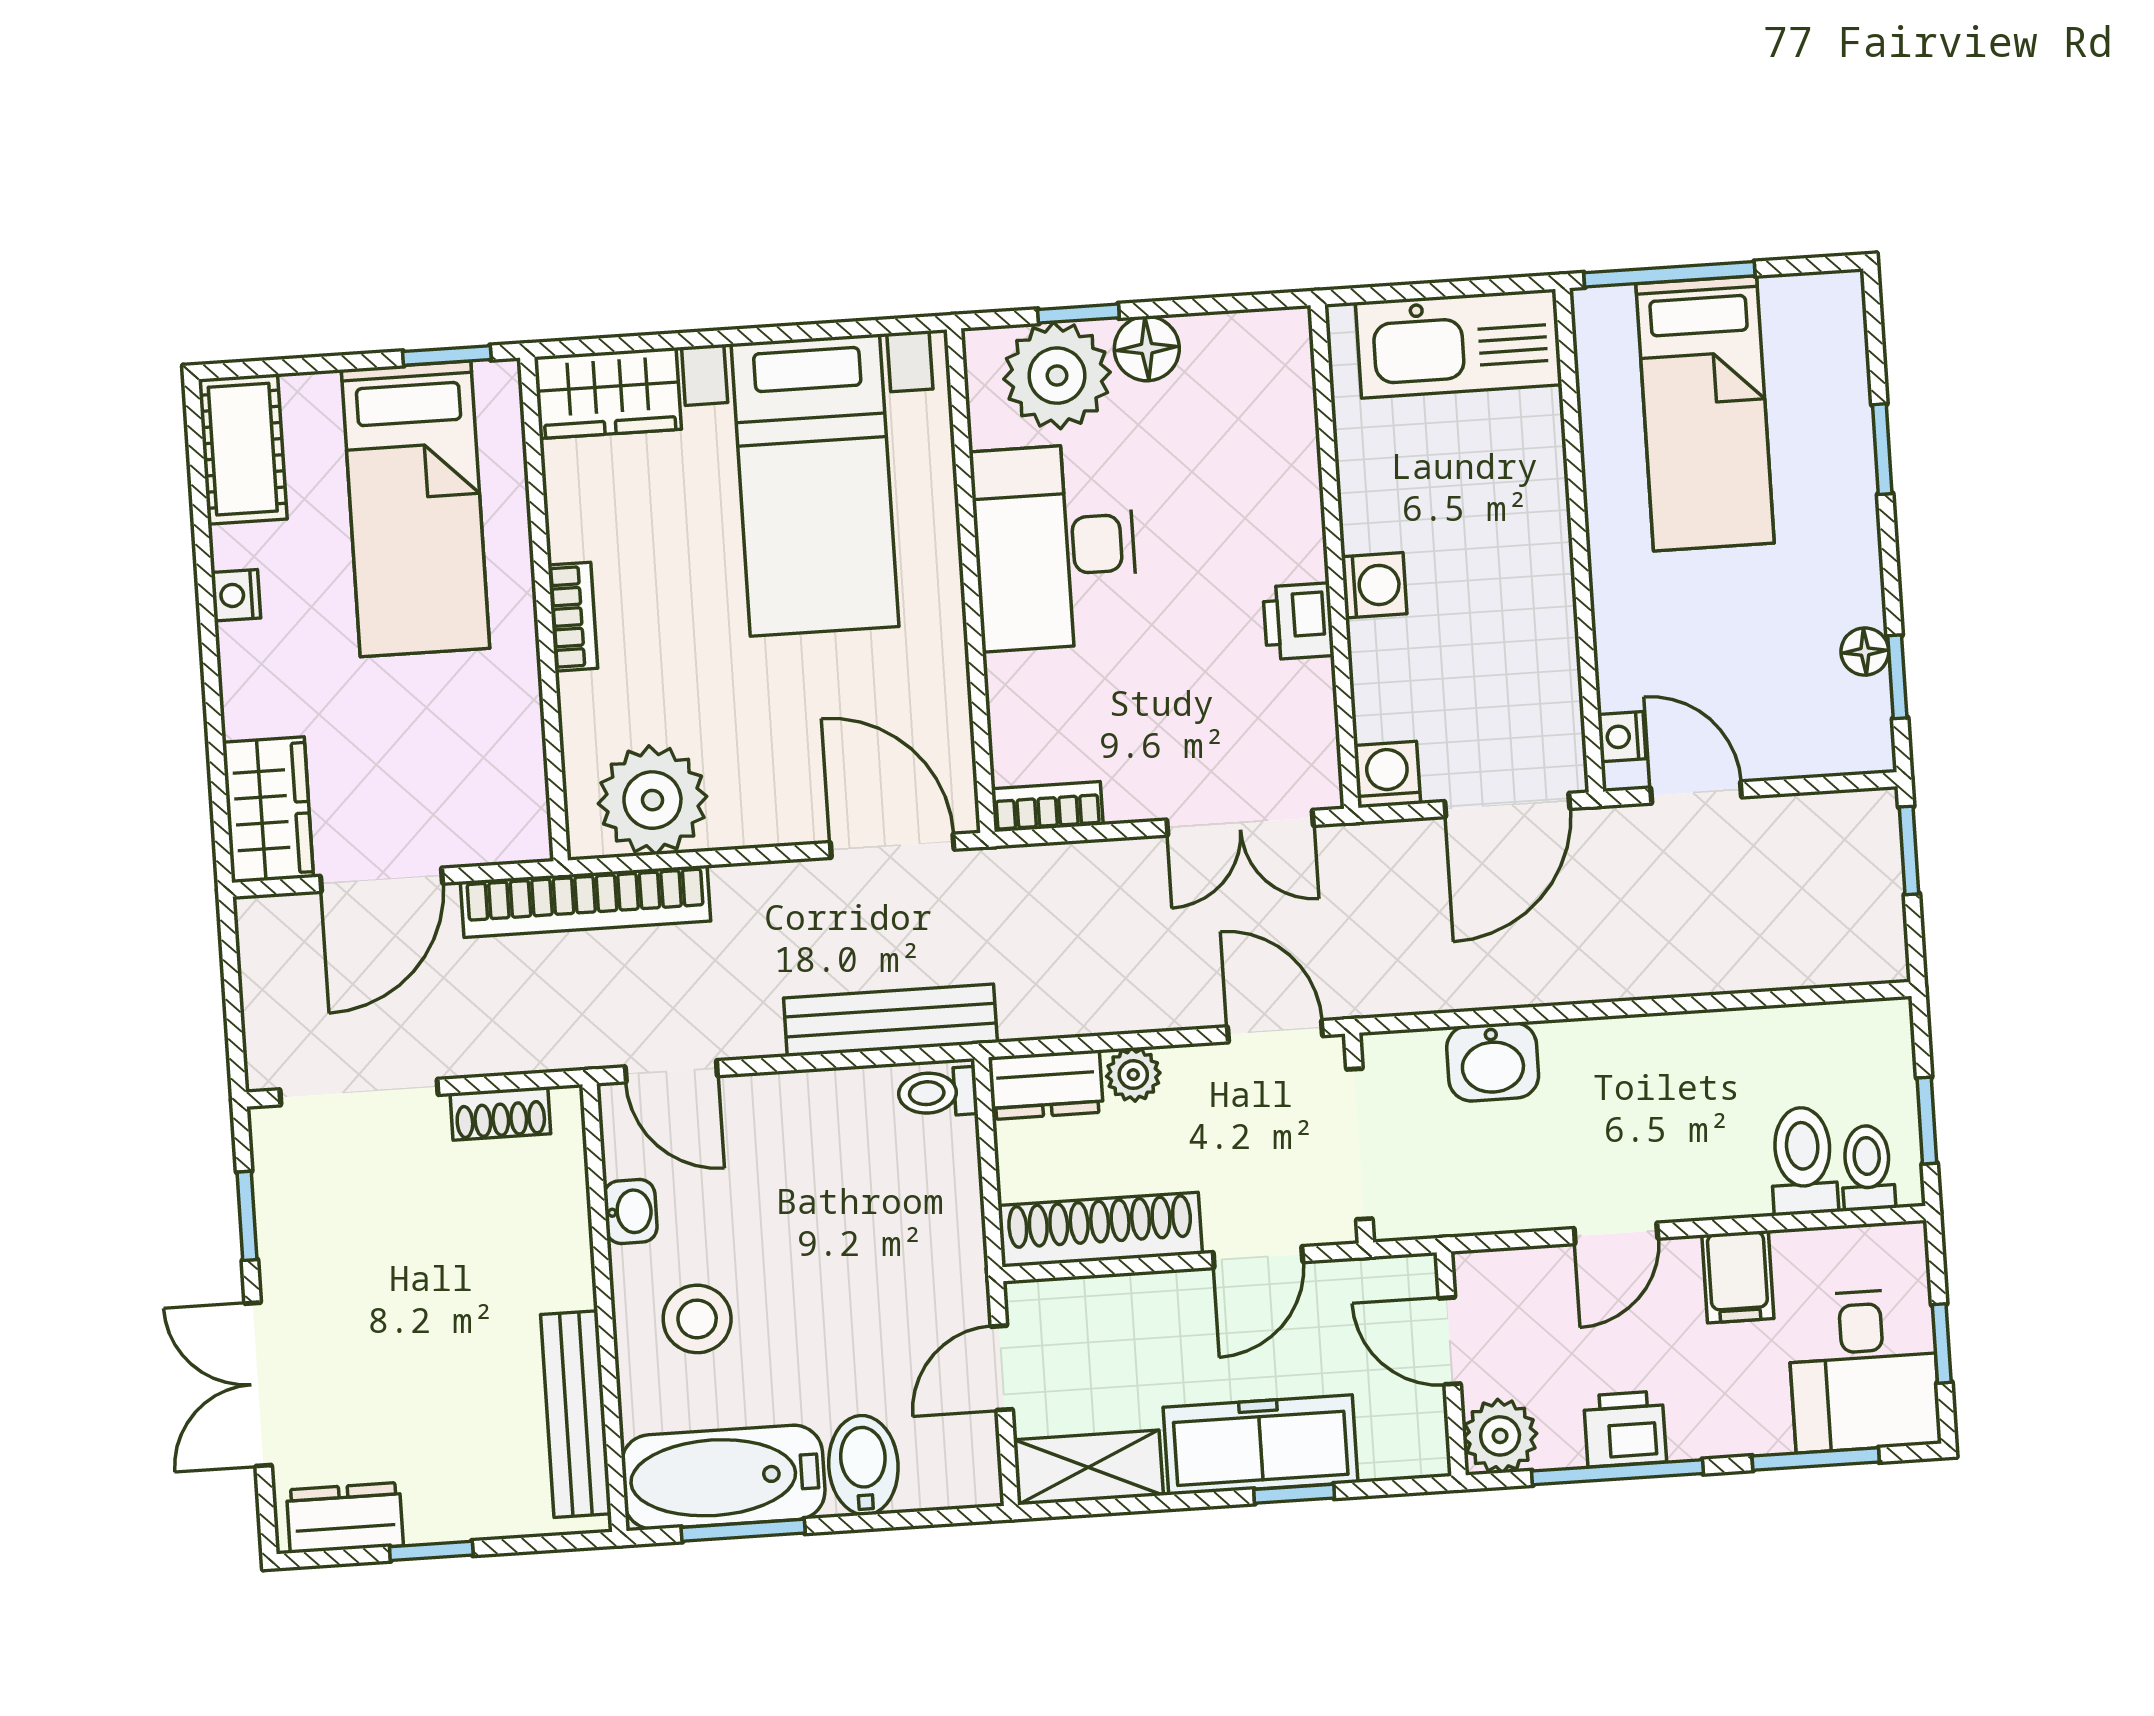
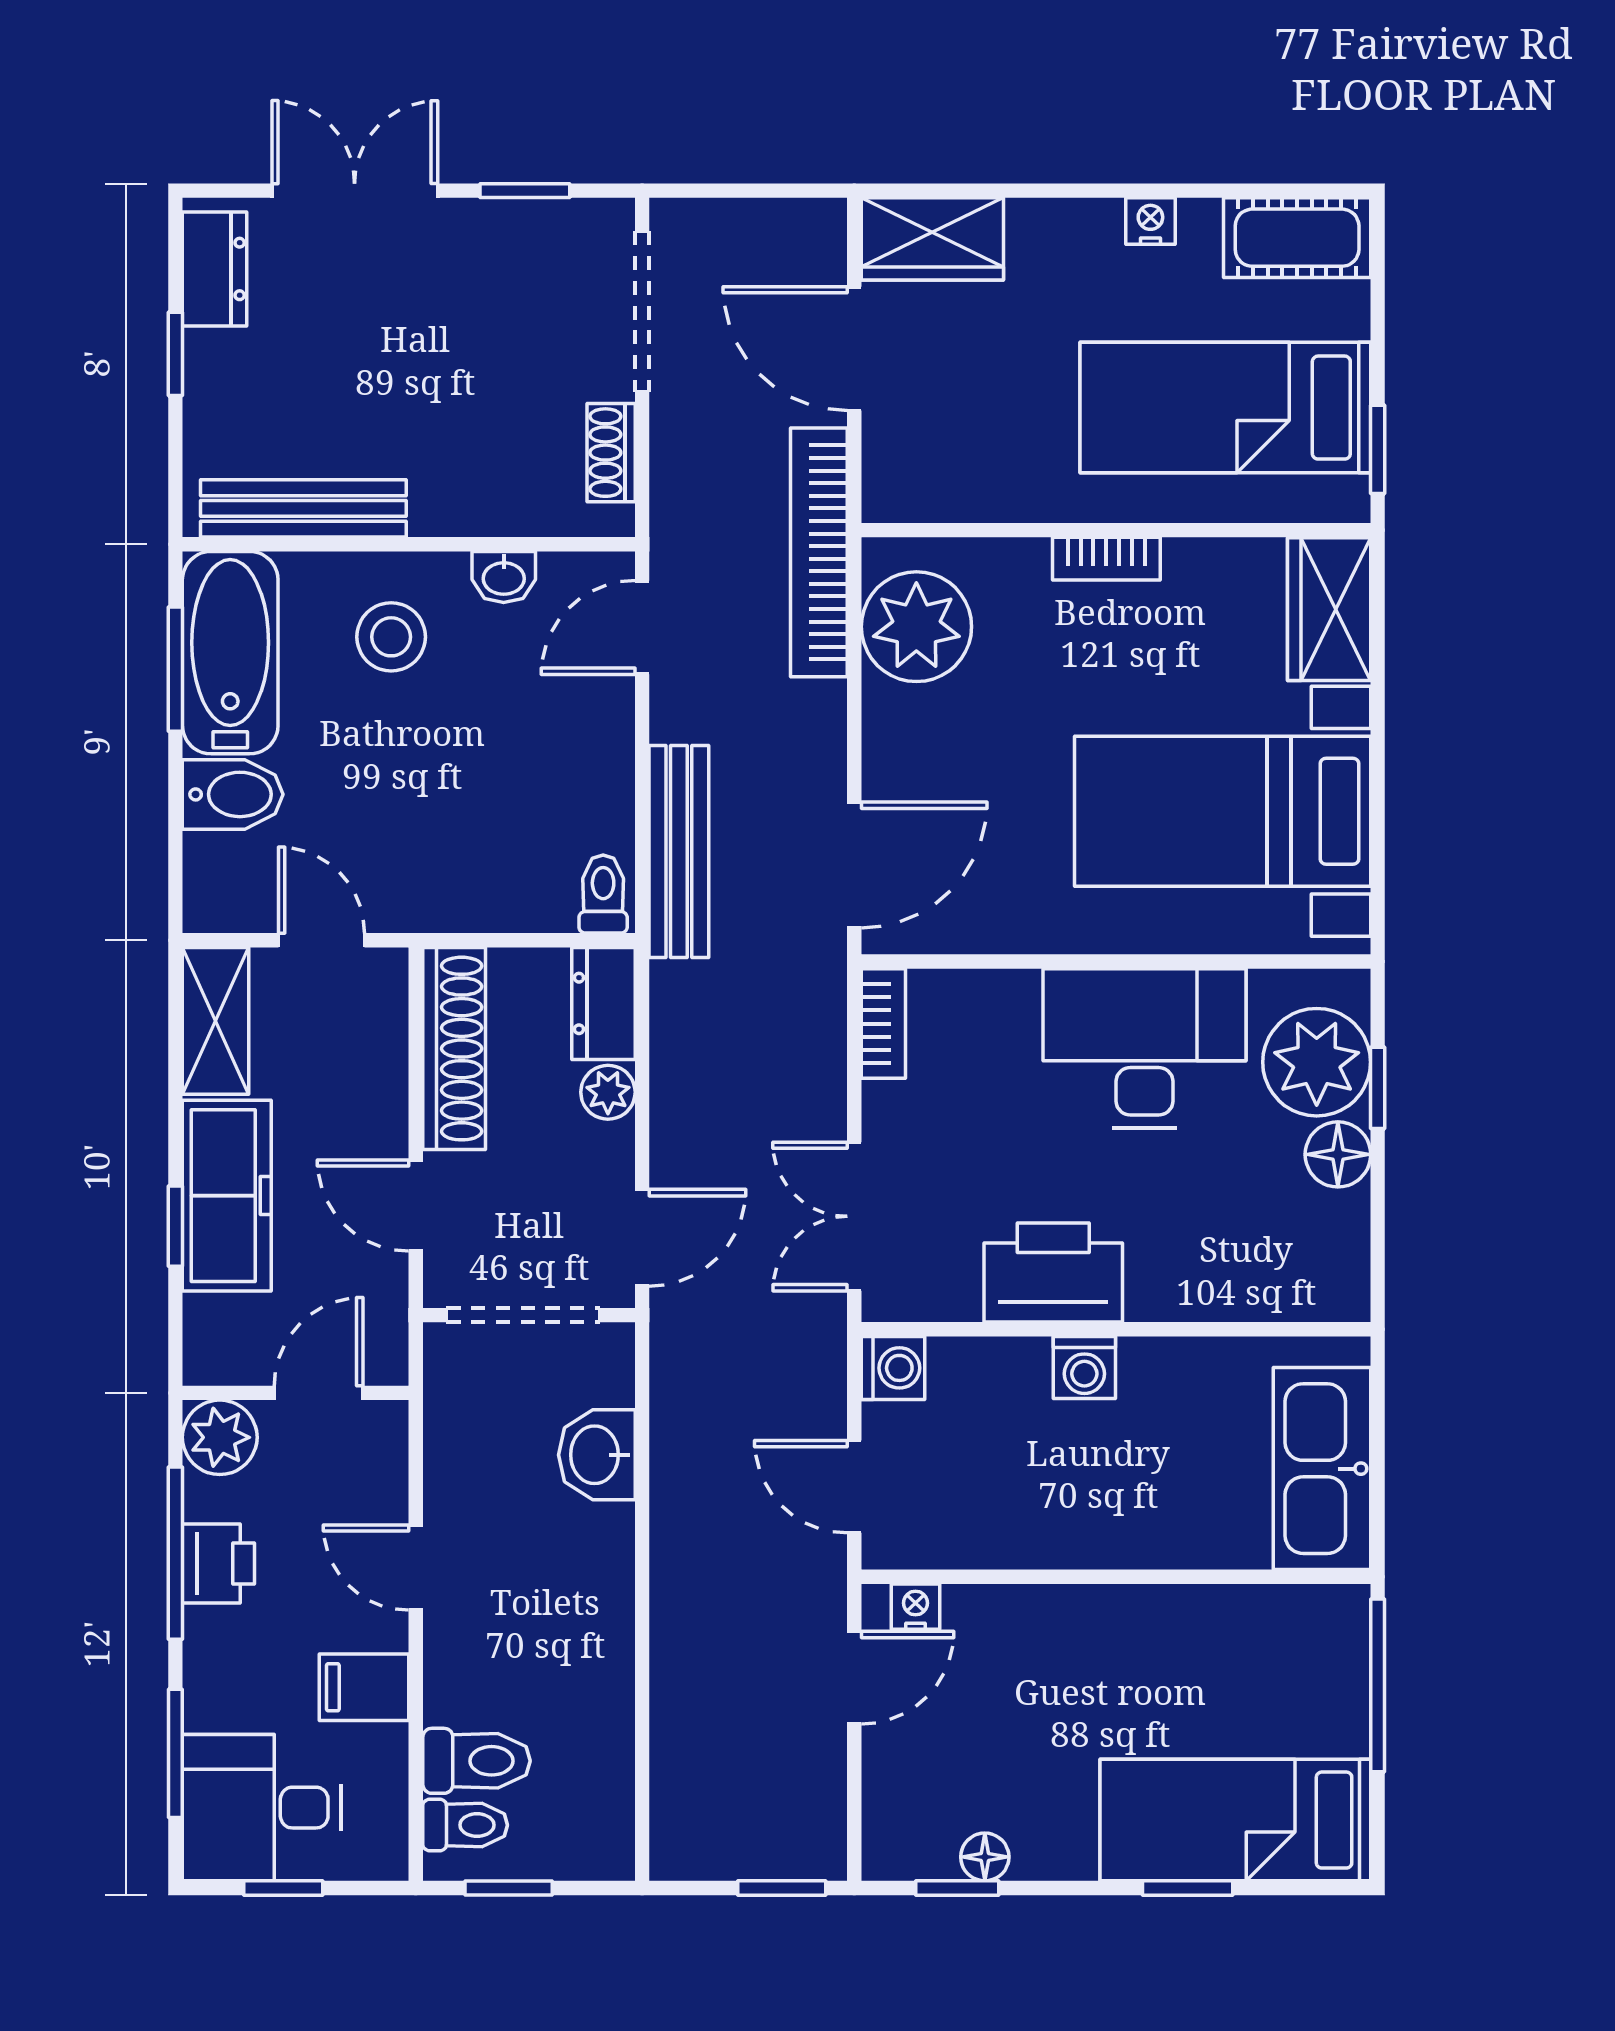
bed: (1705, 413) -> (1235, 1820), moved
printer: (1298, 621) -> (1053, 1273), width x1.87, depth x1.48
door: (1507, 805) -> (854, 1487), width x0.73

